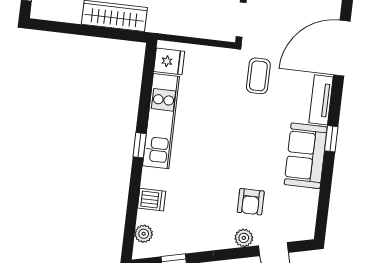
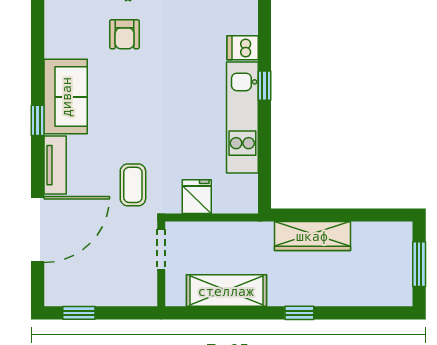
fridge: (169, 61) -> (197, 197), moved, turned 90
dishwasher: (152, 200) -> (243, 48), moved
armchair: (251, 202) -> (125, 34), turned 180

